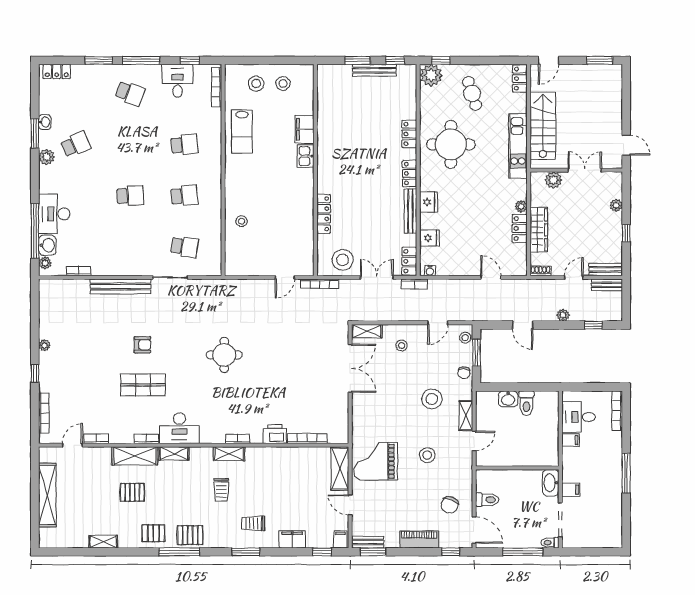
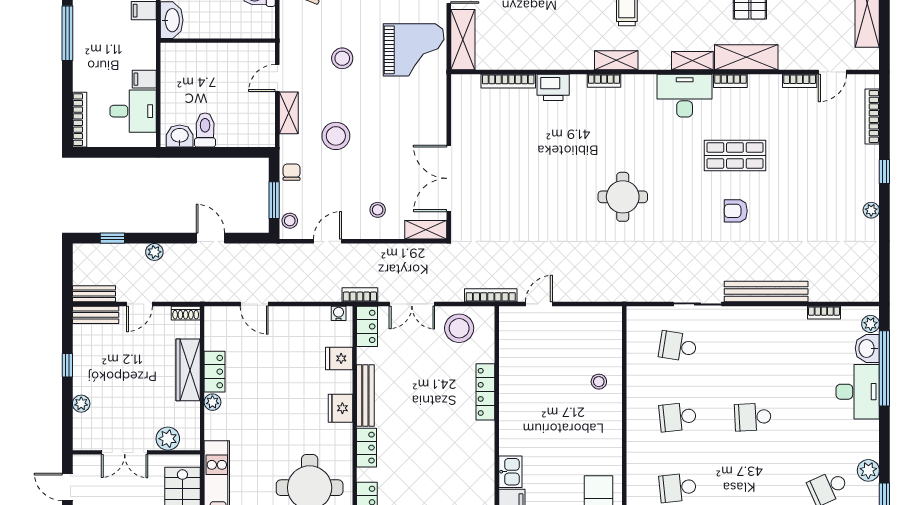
washbasin: (508, 399) -> (180, 136), moved

